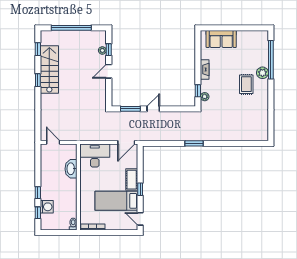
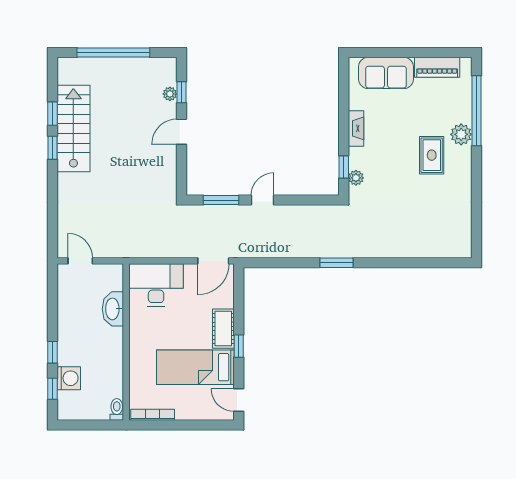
piano: (249, 36) -> (437, 67), added
window: (38, 49) -> (53, 114), moved

